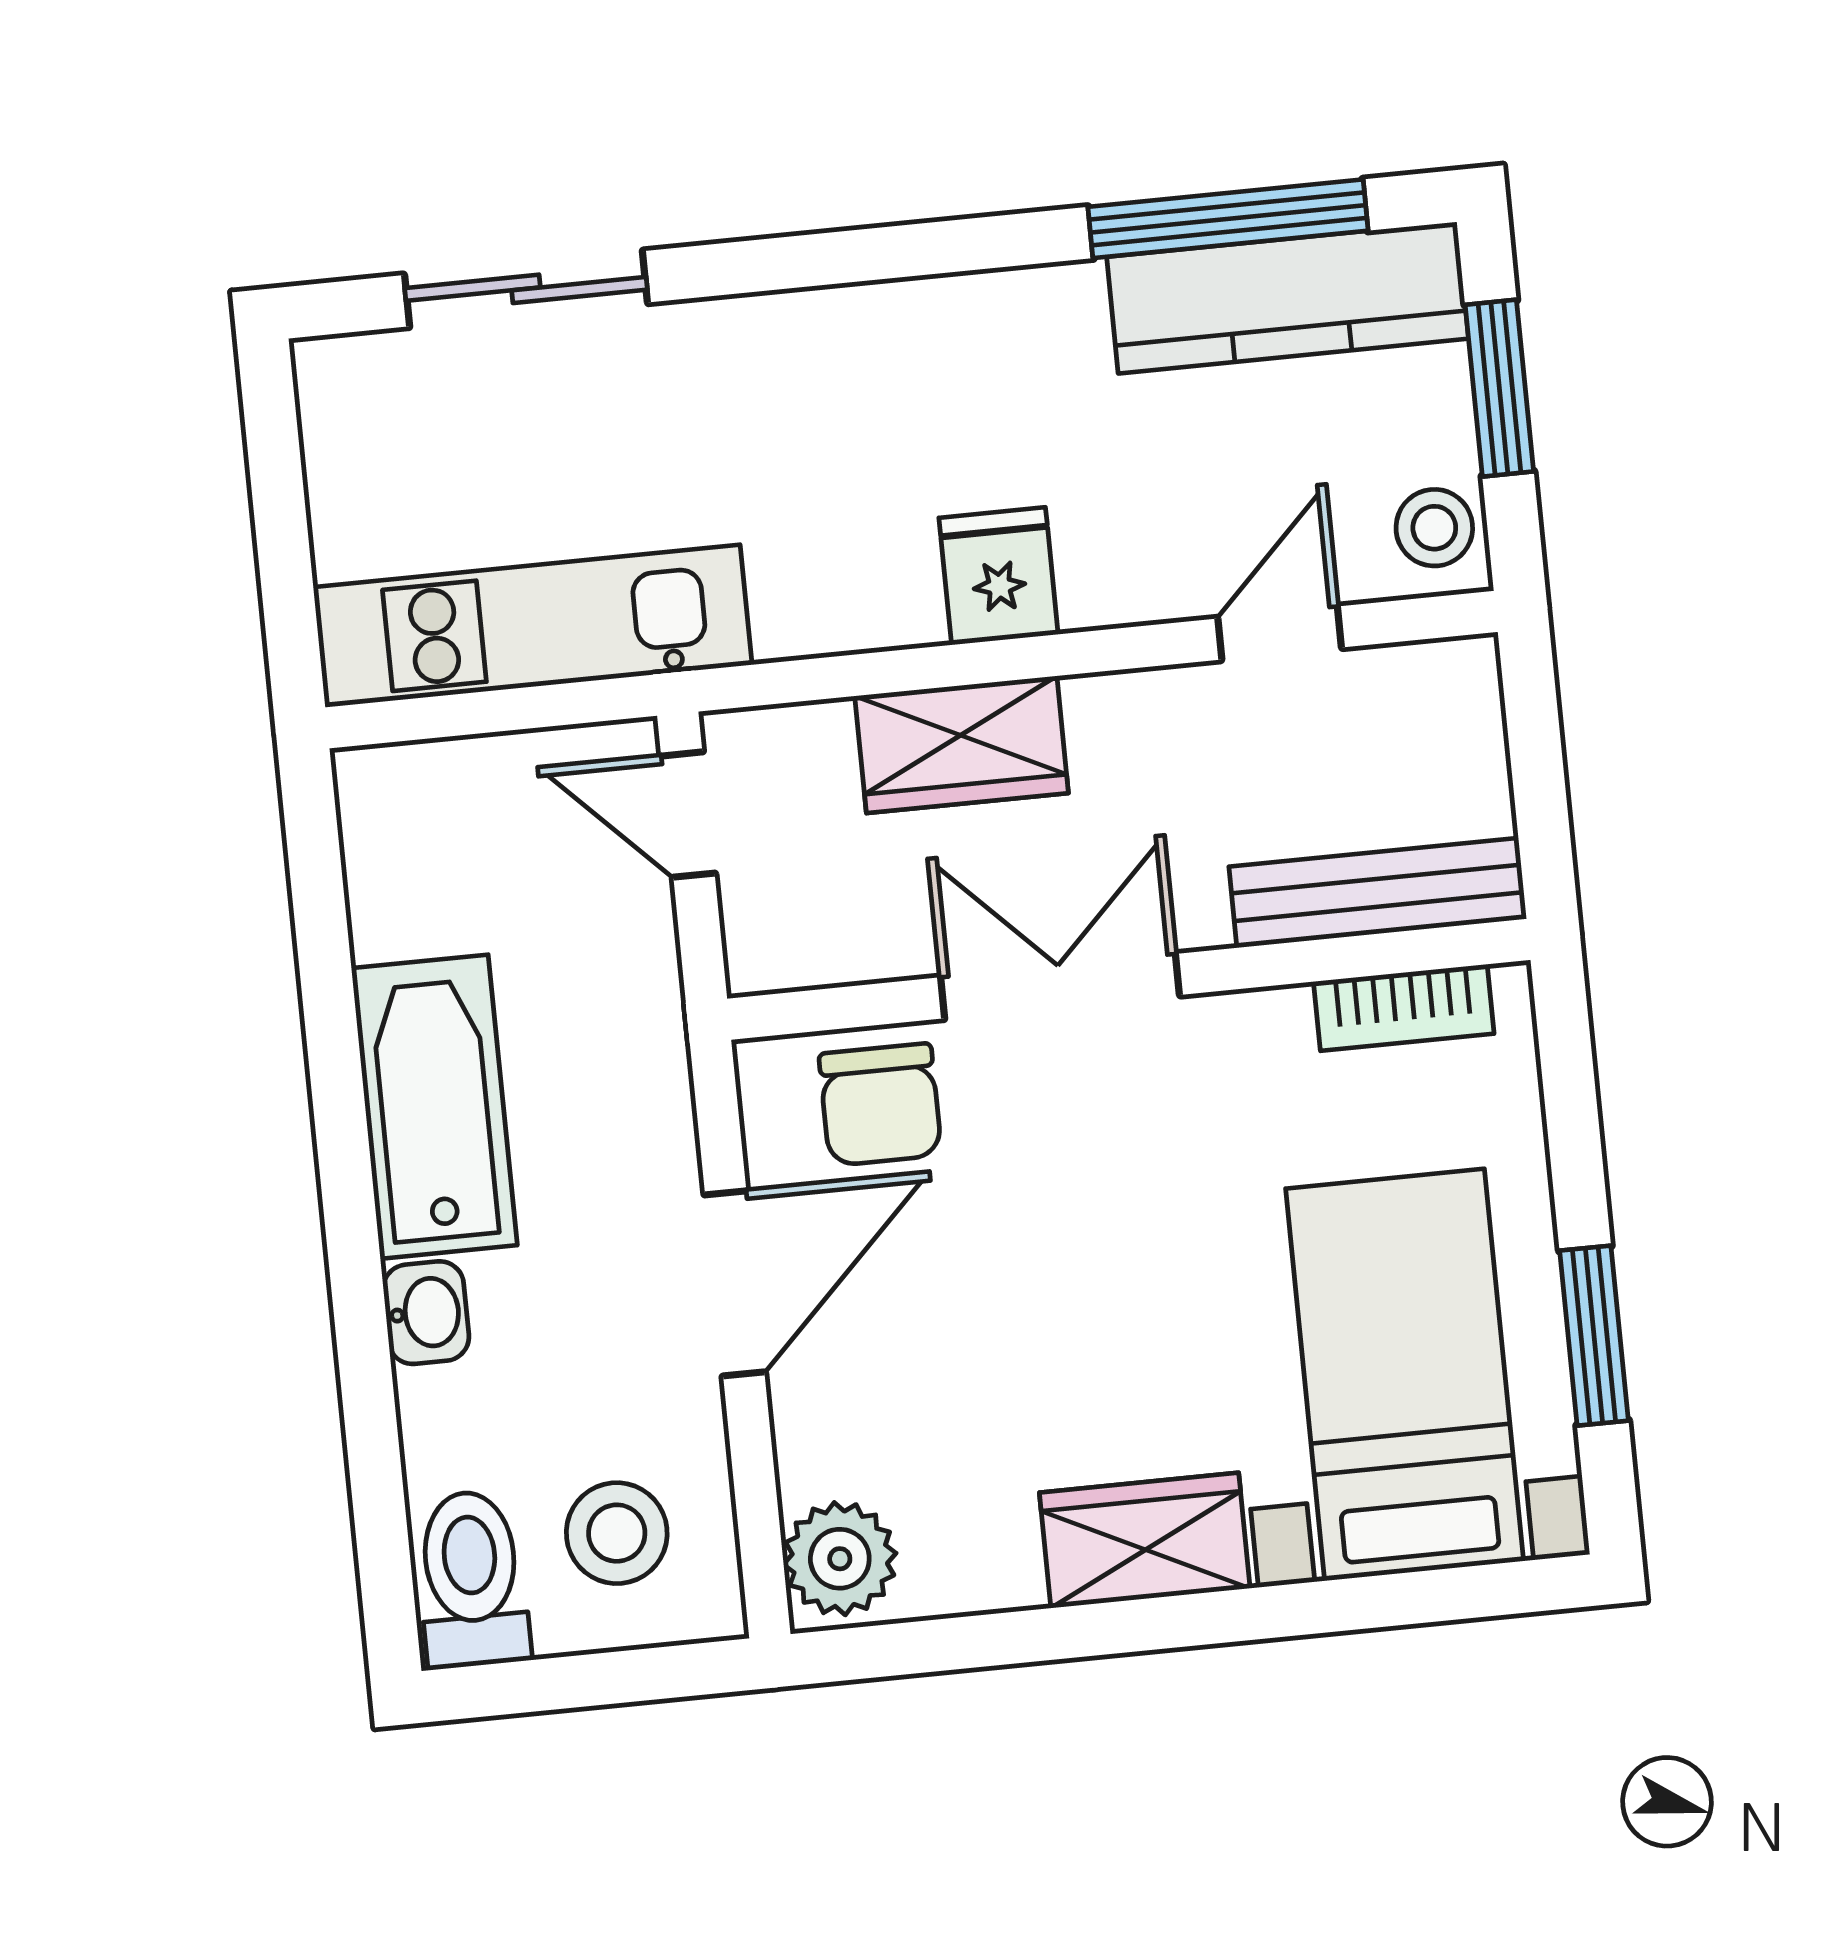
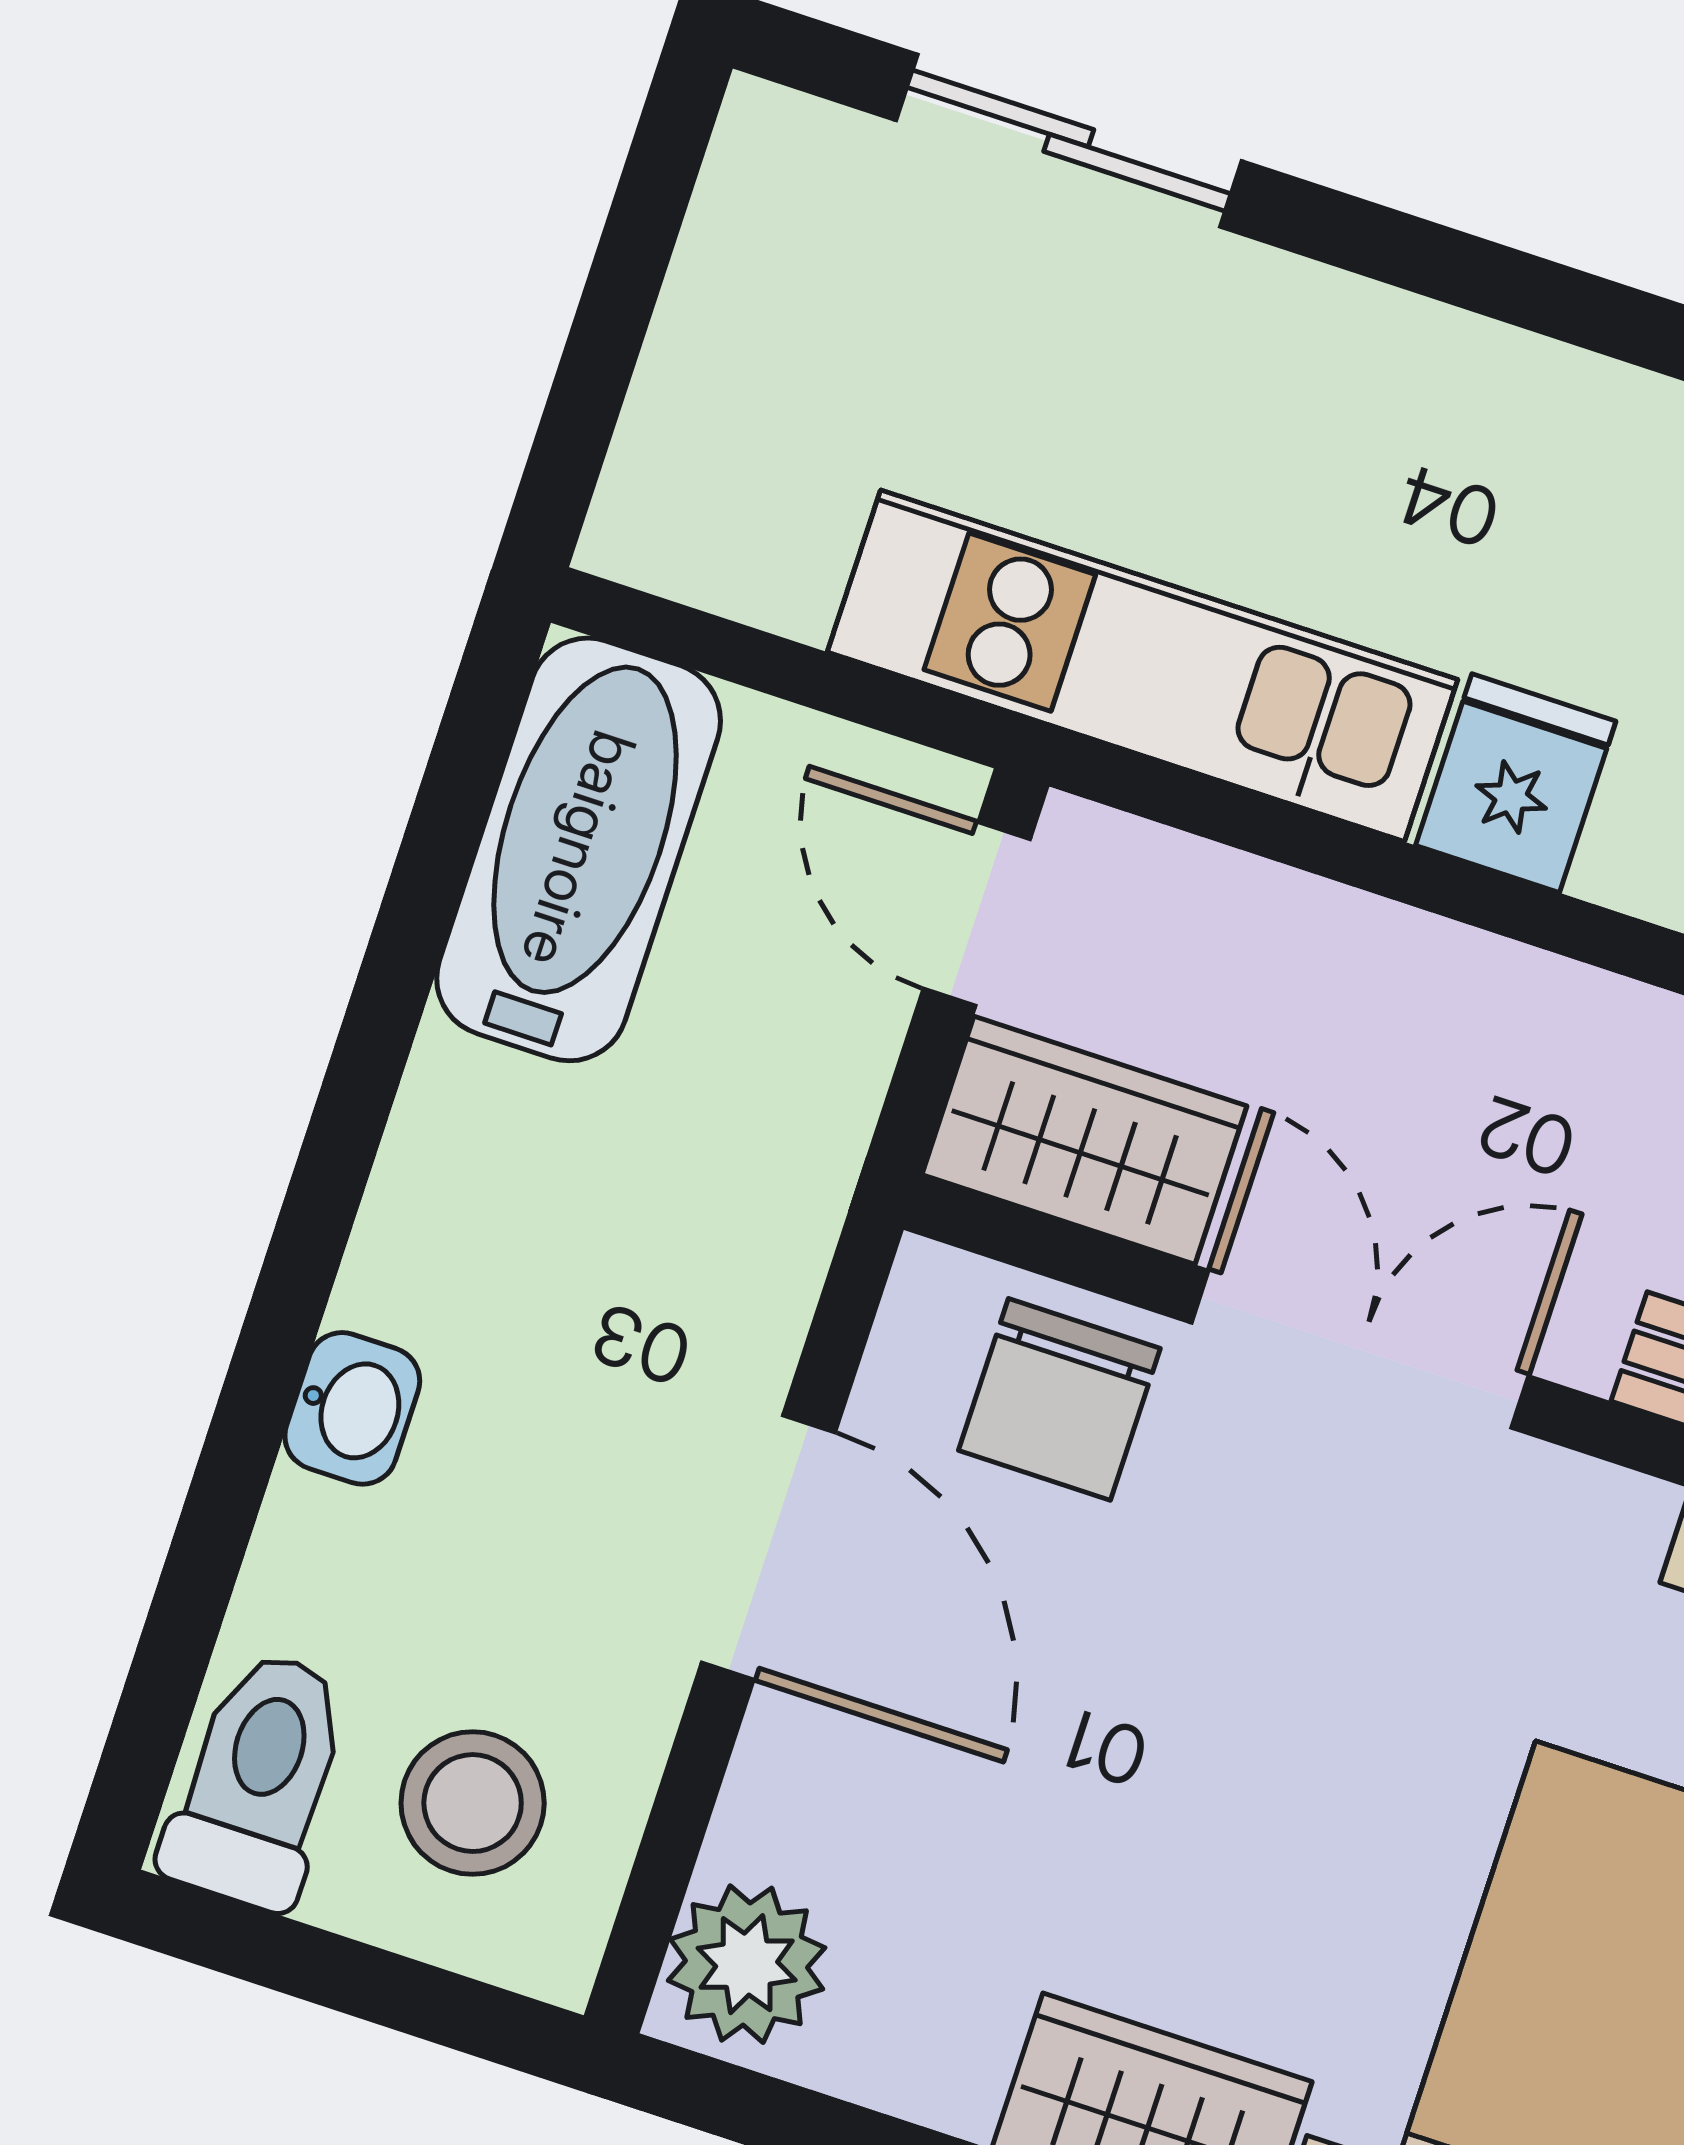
kitchen unit: (533, 626) -> (1142, 666), moved
wardrobe: (962, 745) -> (1084, 1140), moved, turned 180
bathtub: (434, 1107) -> (579, 849), moved
door: (735, 1283) -> (768, 1548), hinge flipped

